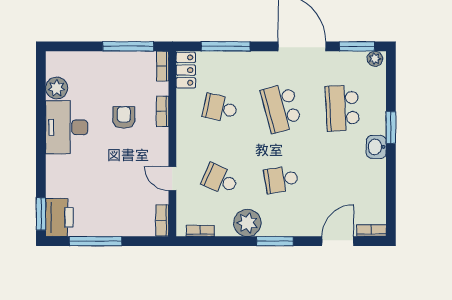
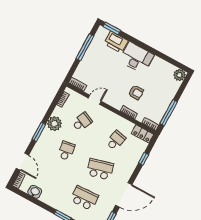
window: (226, 46) -> (143, 159), width x0.46
plant: (57, 88) -> (180, 75), moved
desk: (67, 127) -> (137, 58), moved
washbasin: (376, 147) -> (35, 192), moved
printer: (59, 217) -> (116, 42), moved

